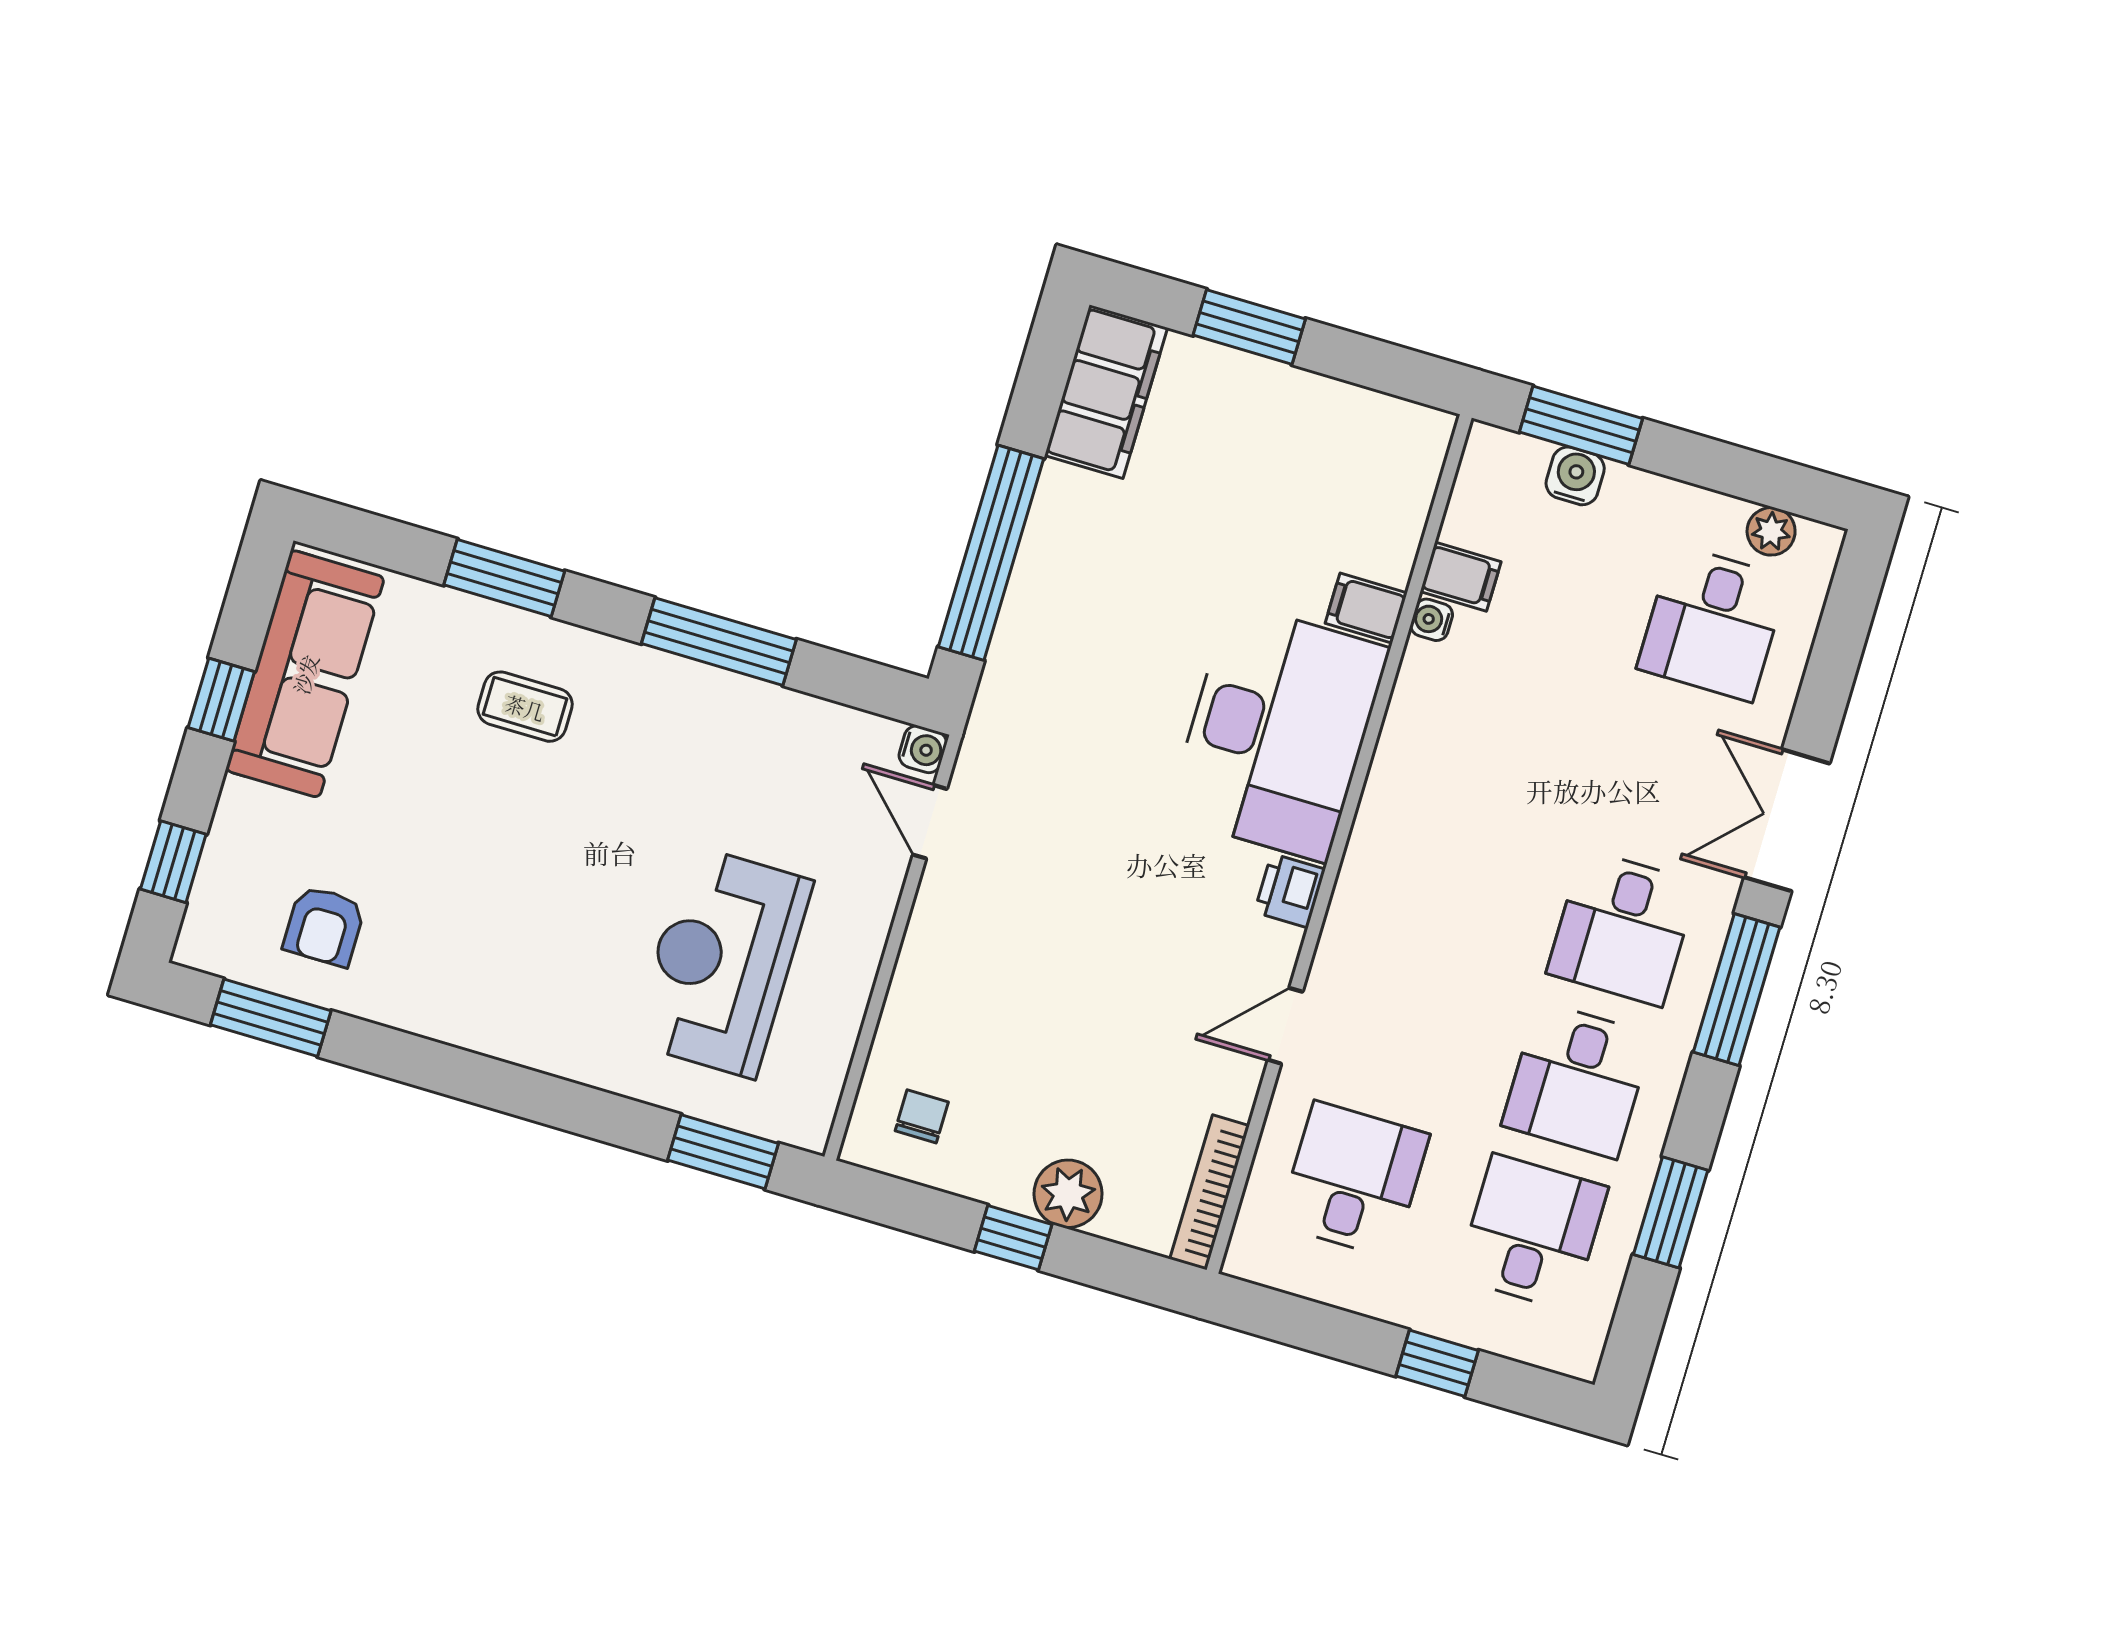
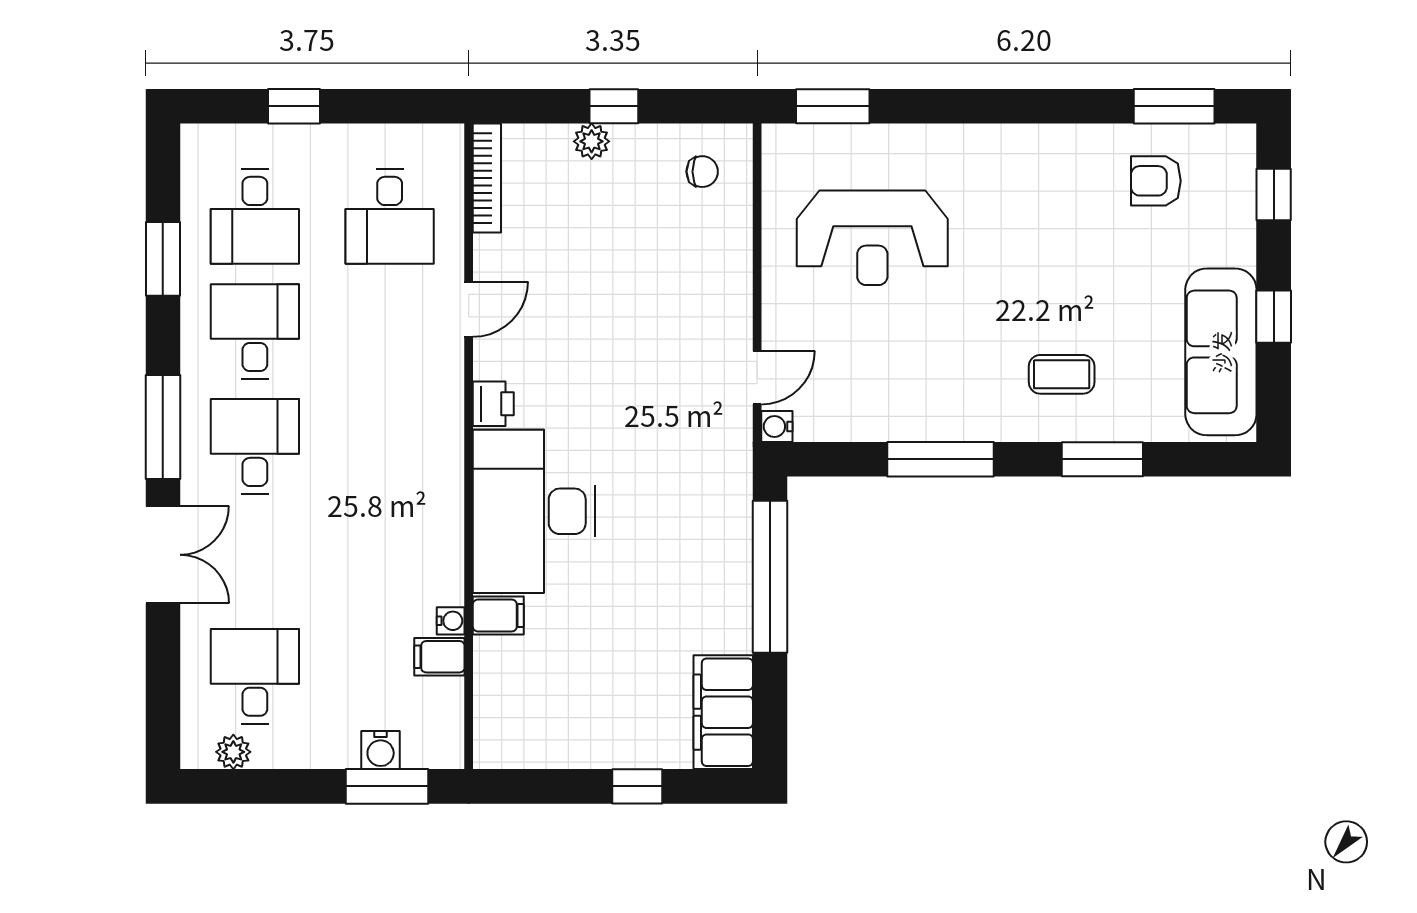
window: (1249, 327) -> (637, 786), width x0.67
door: (930, 822) -> (757, 378), hinge flipped
armchair: (324, 926) -> (1156, 181), turned -90
reception desk: (722, 962) -> (872, 238), turned 90
chair: (922, 1116) -> (702, 172), turned -90
plant: (1068, 1194) -> (592, 141), width x0.73, depth x0.73

